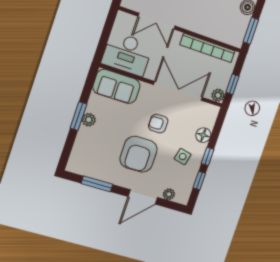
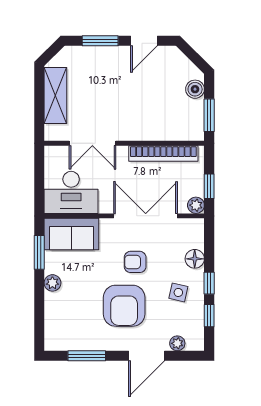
window: (78, 116) -> (39, 252), moved

